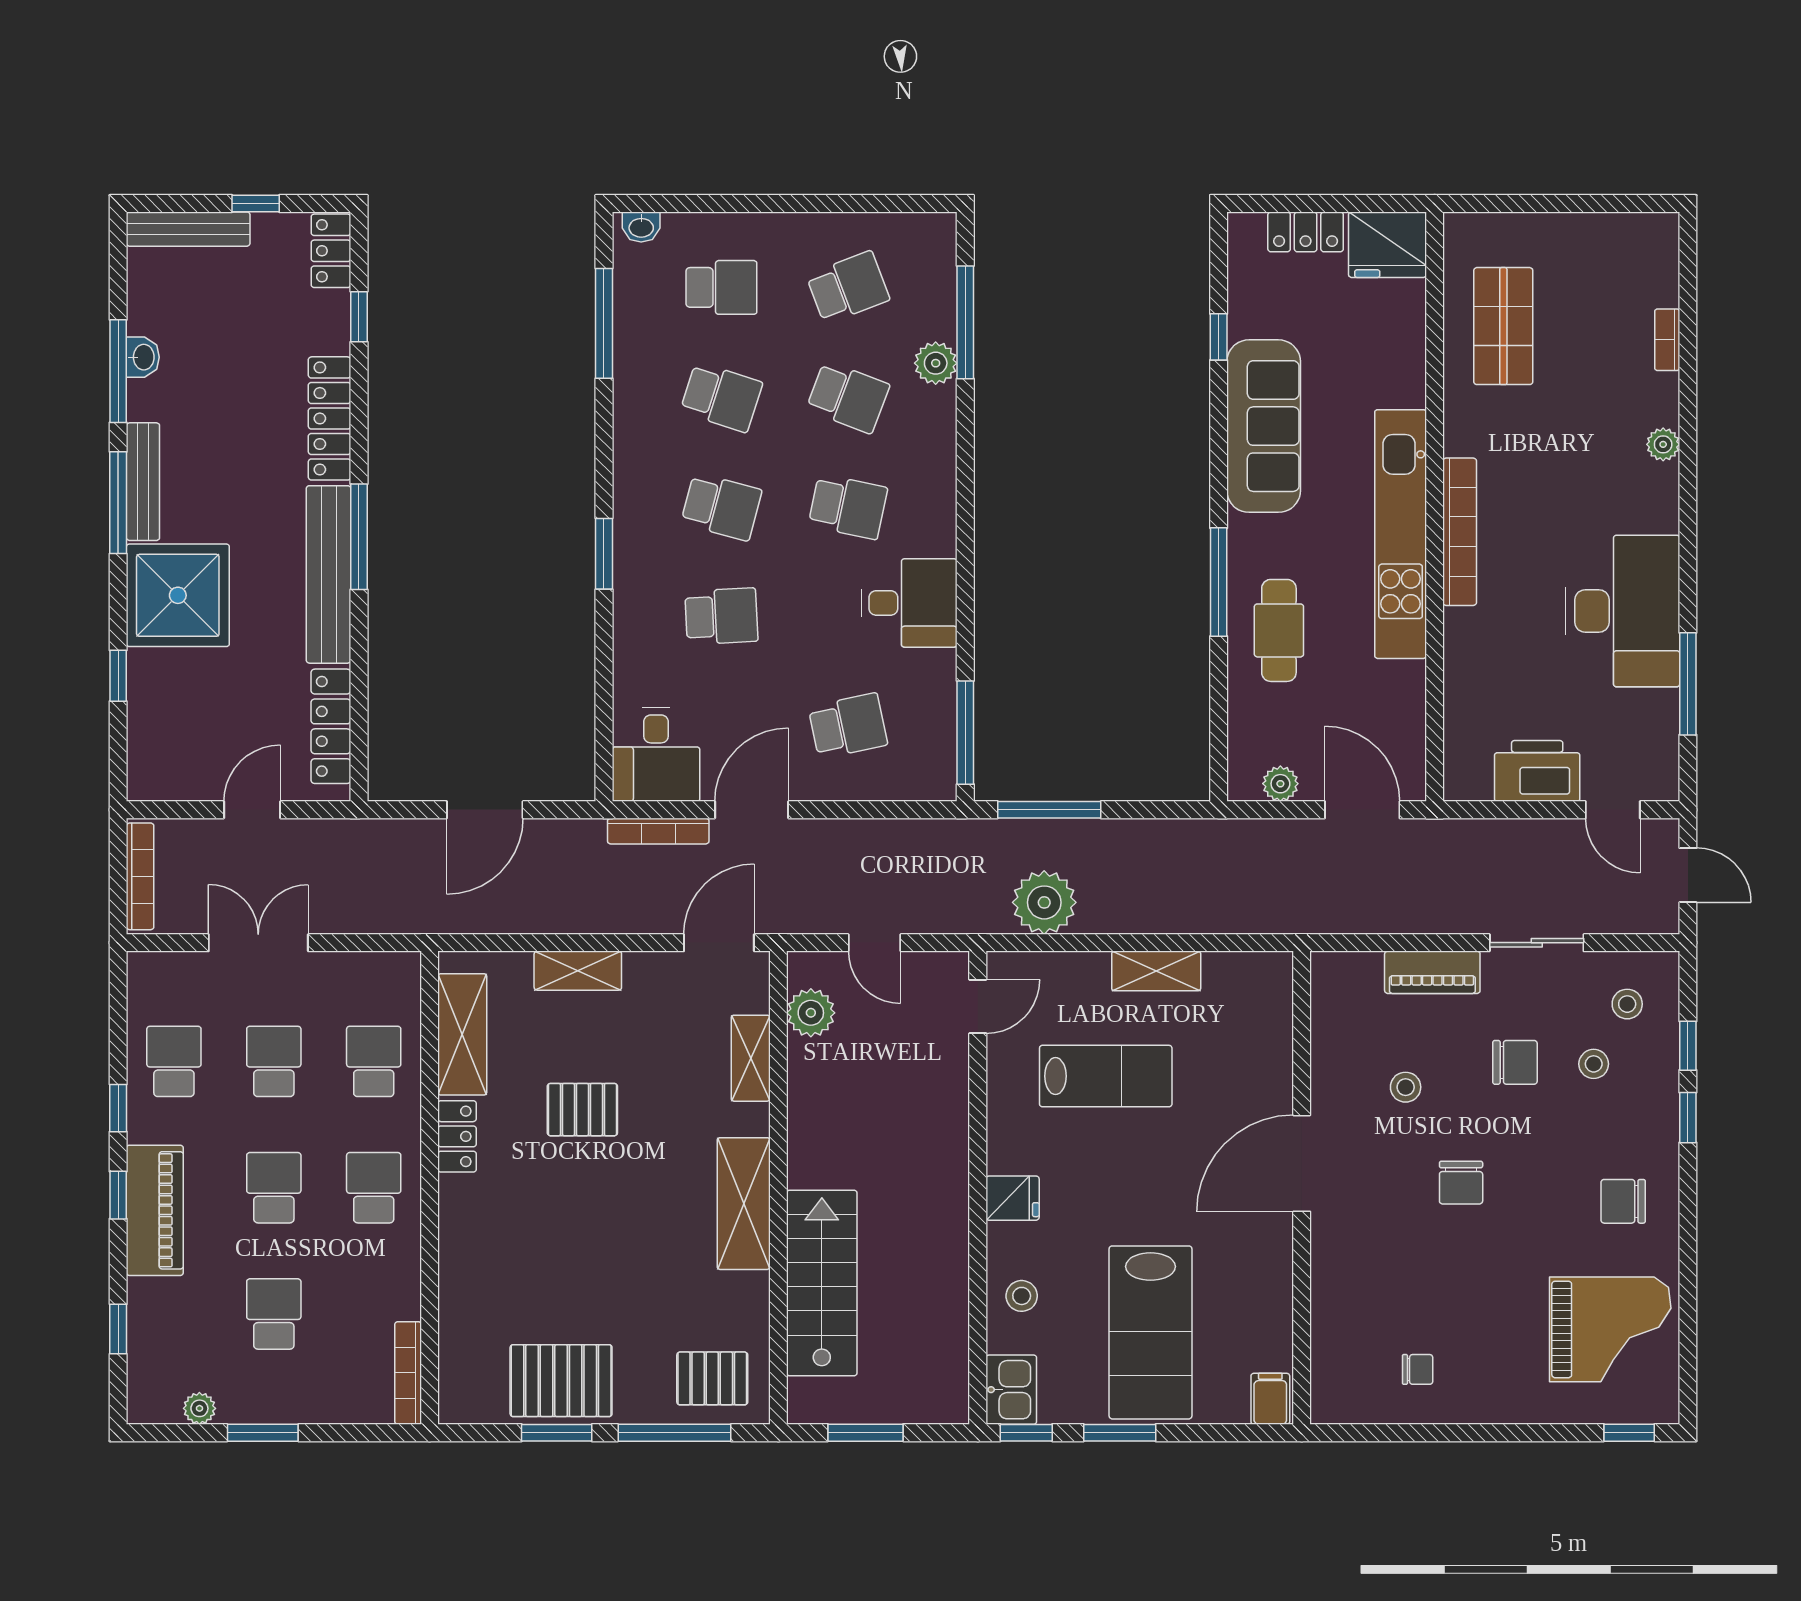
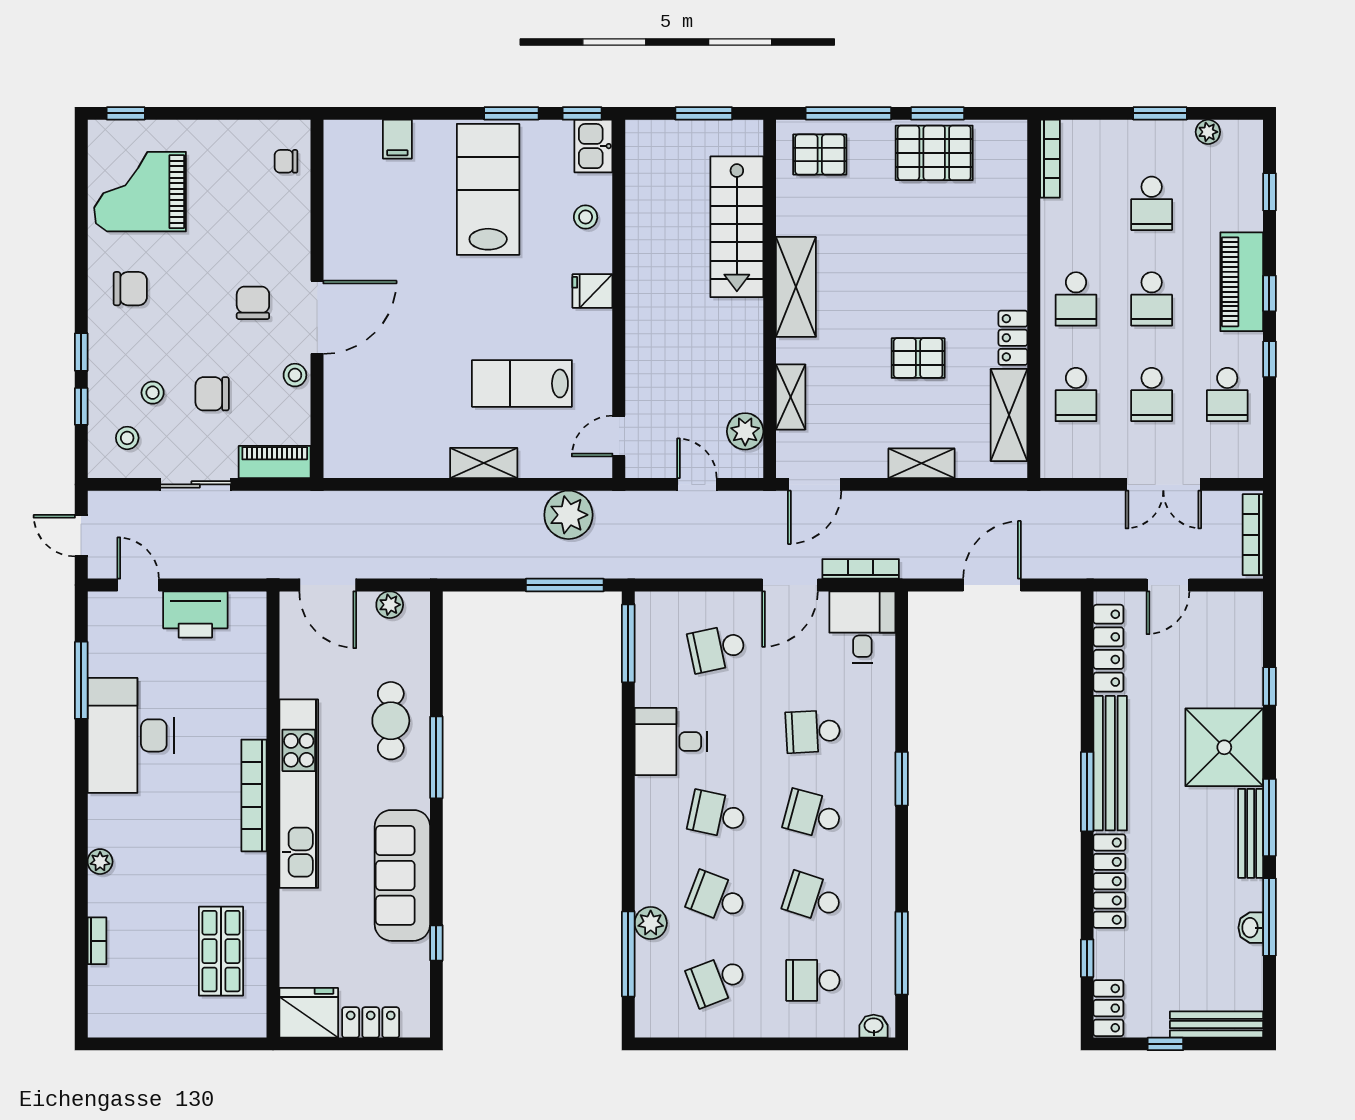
door: (1302, 1163) -> (317, 317), moved
wall: (1302, 1188) -> (317, 299), moved

